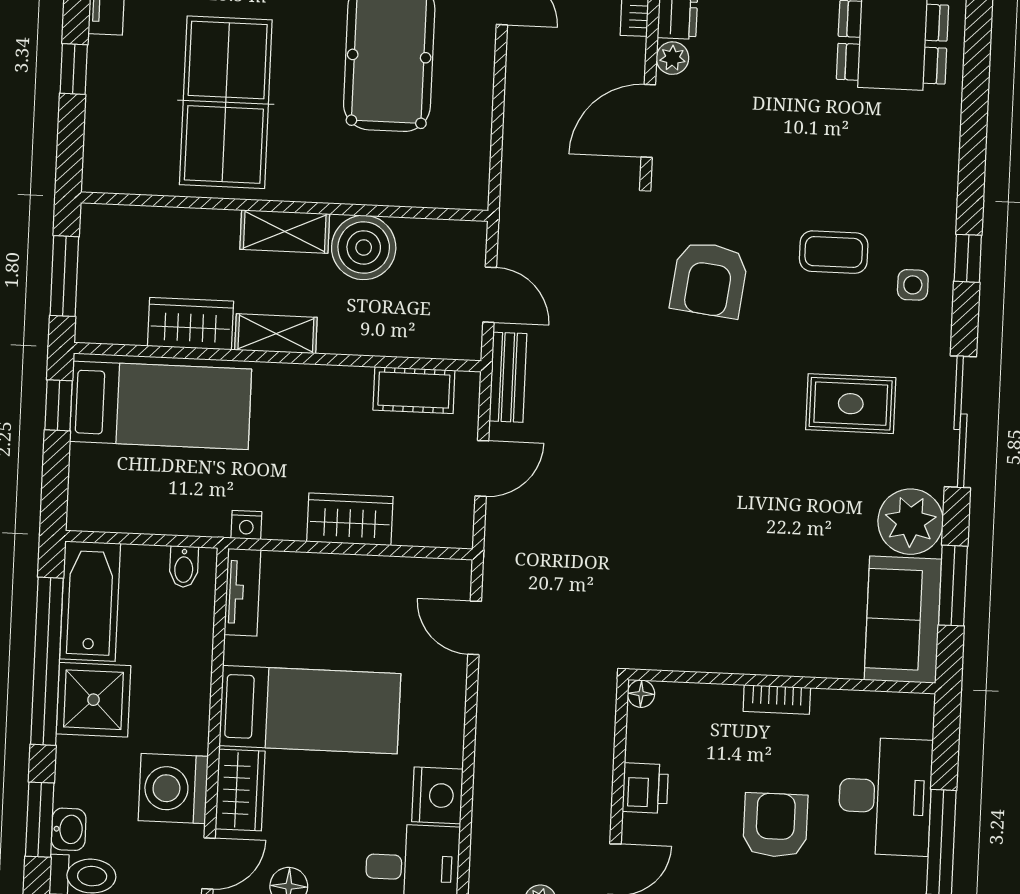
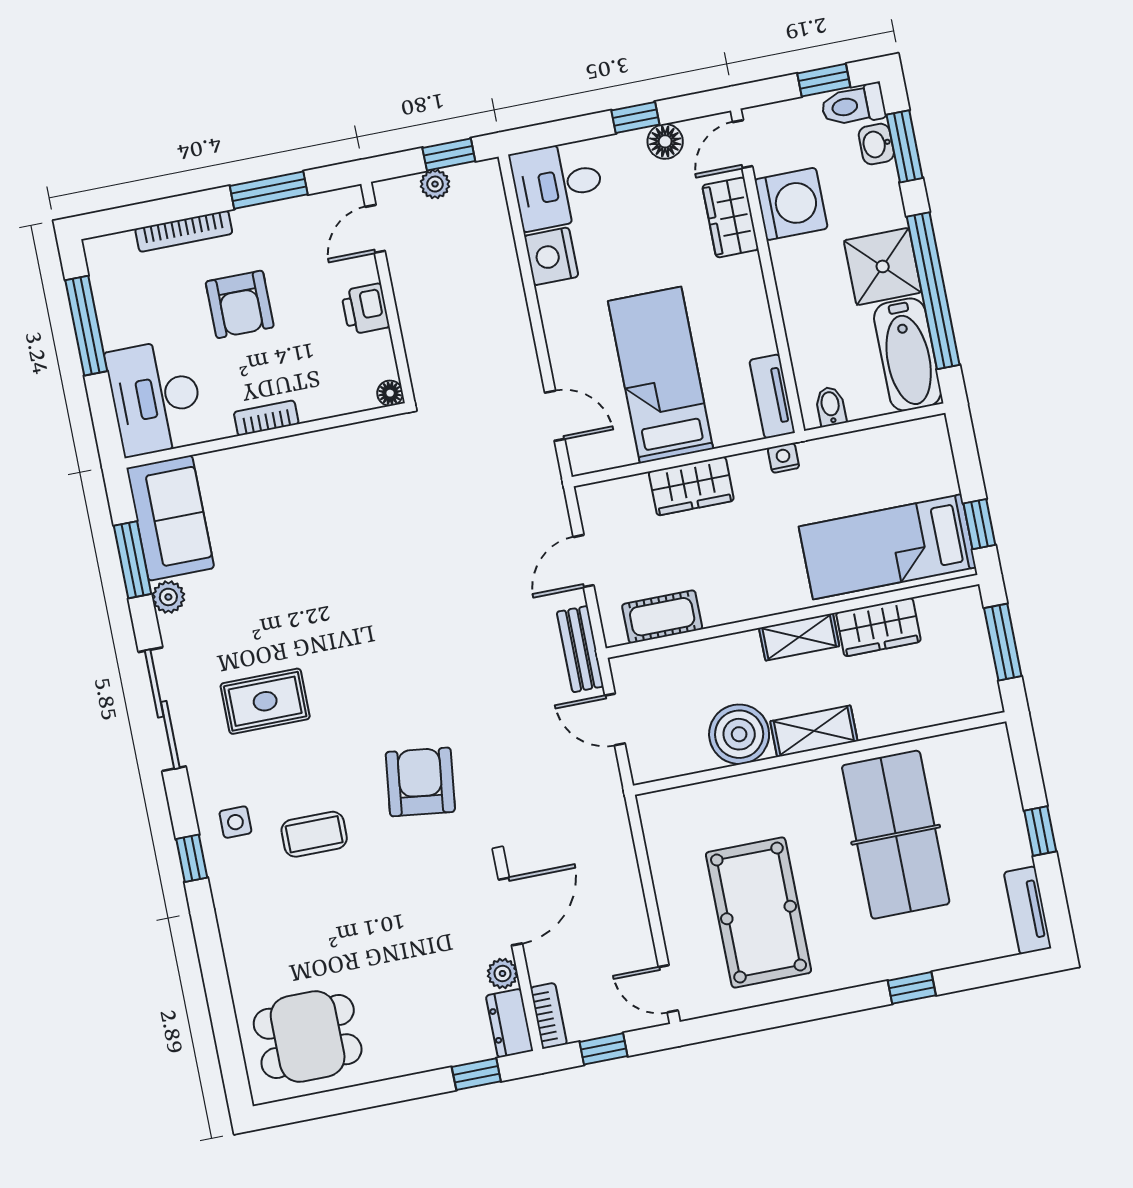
plant: (911, 522) -> (168, 597), width x0.53, depth x0.53
bed: (310, 710) -> (661, 375), moved, turned 90
desk: (885, 796) -> (156, 397), moved

